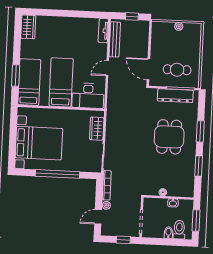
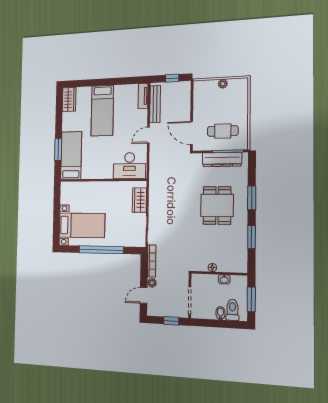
bed: (61, 82) -> (102, 111), moved, turned 180
bed with nightstands: (39, 143) -> (82, 225), width x0.73

